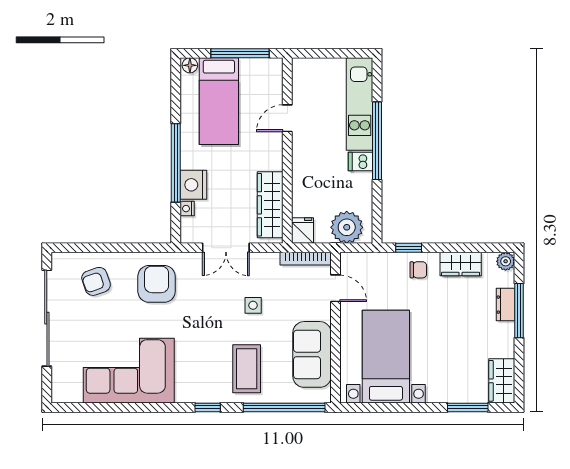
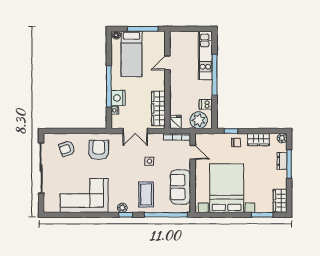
dishwasher: (360, 162) -> (206, 104), moved
bed with nightstands: (386, 357) -> (227, 188), width x1.36
plant: (201, 394) -> (122, 208), added

